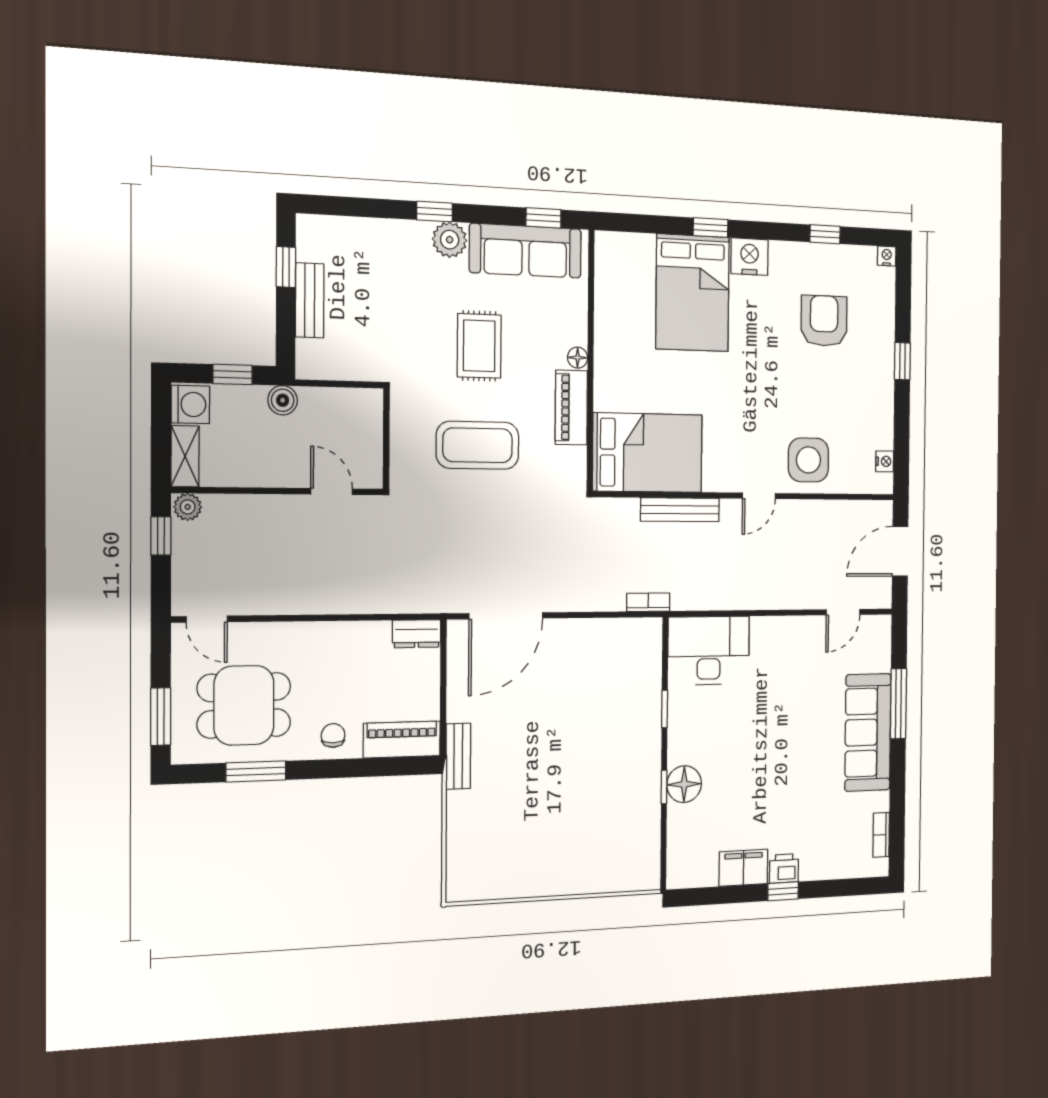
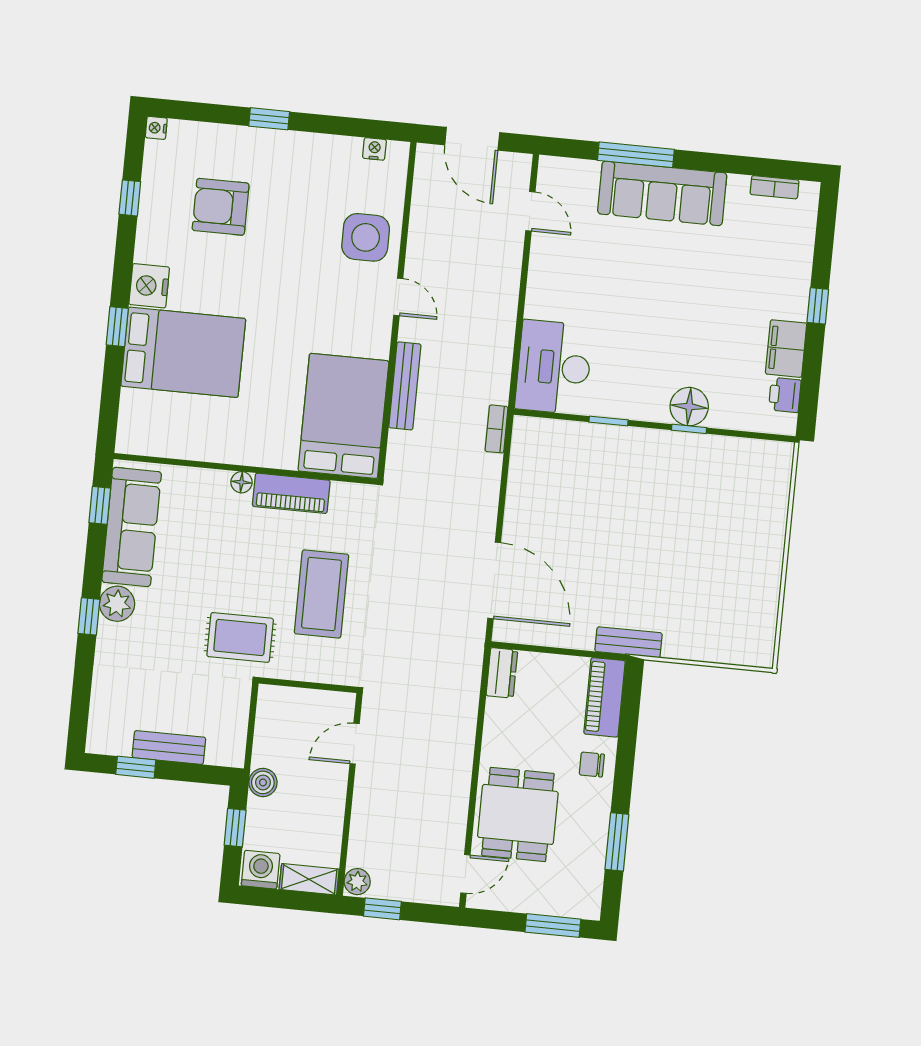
rug: (479, 346) -> (240, 637), moved
dining table: (244, 705) -> (518, 814), moved
printer: (784, 868) -> (785, 395), moved

